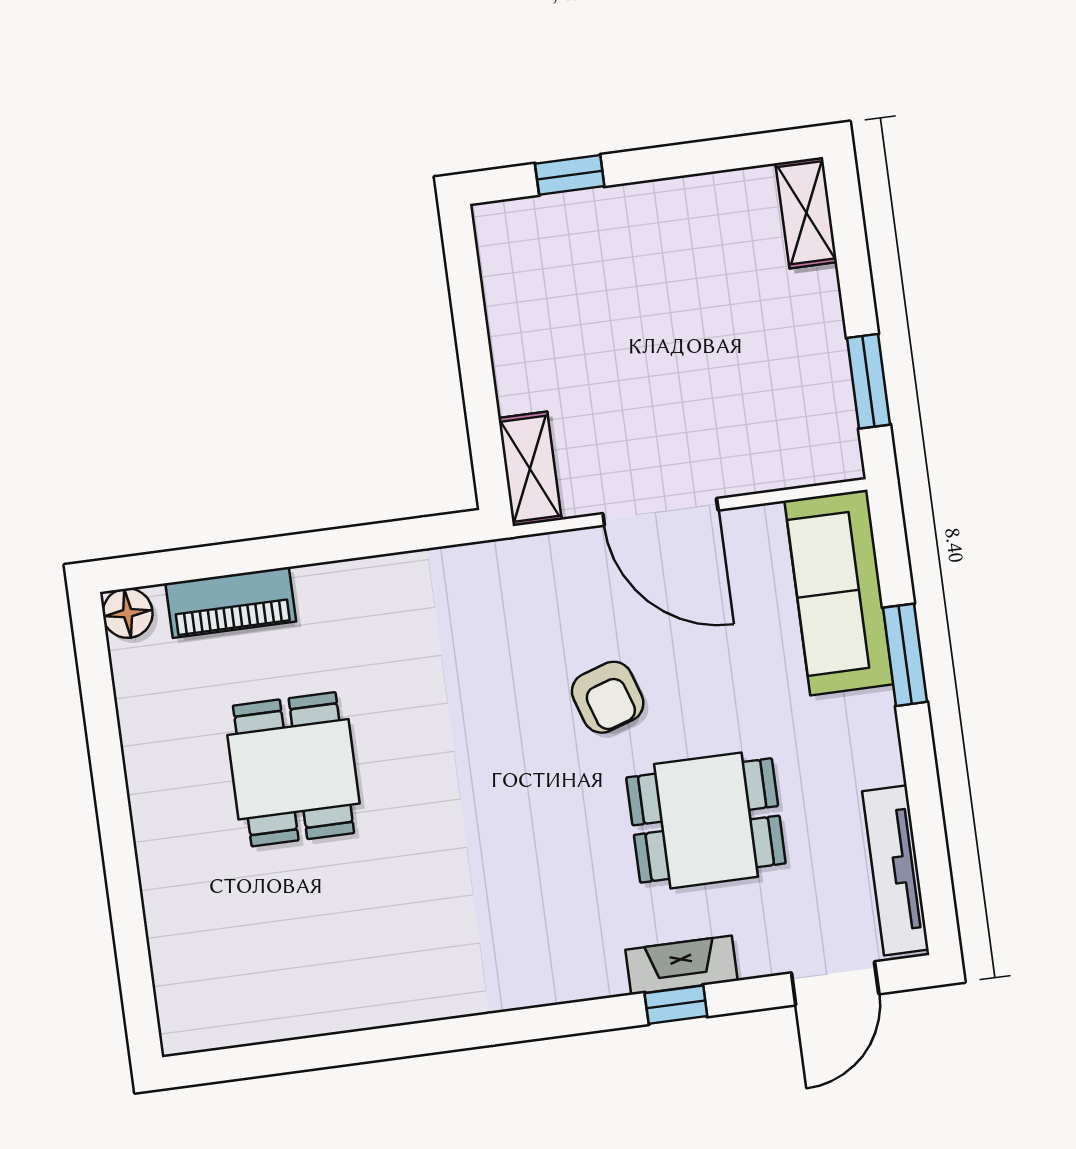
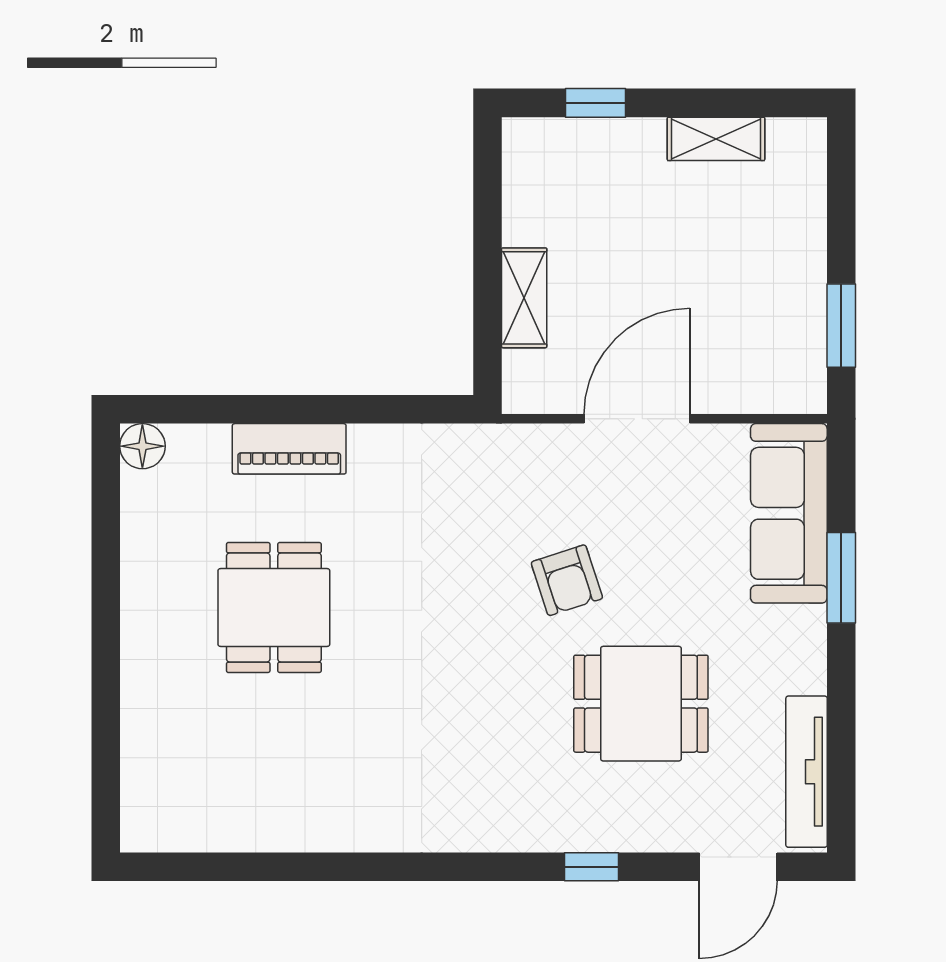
shelving: (806, 213) -> (716, 139), moved, turned 90
shelving: (530, 469) -> (524, 298), moved
door: (660, 512) -> (637, 419), swing flipped
piano: (231, 602) -> (289, 449), moved
fireplace: (681, 965) -> (601, 832), removed

